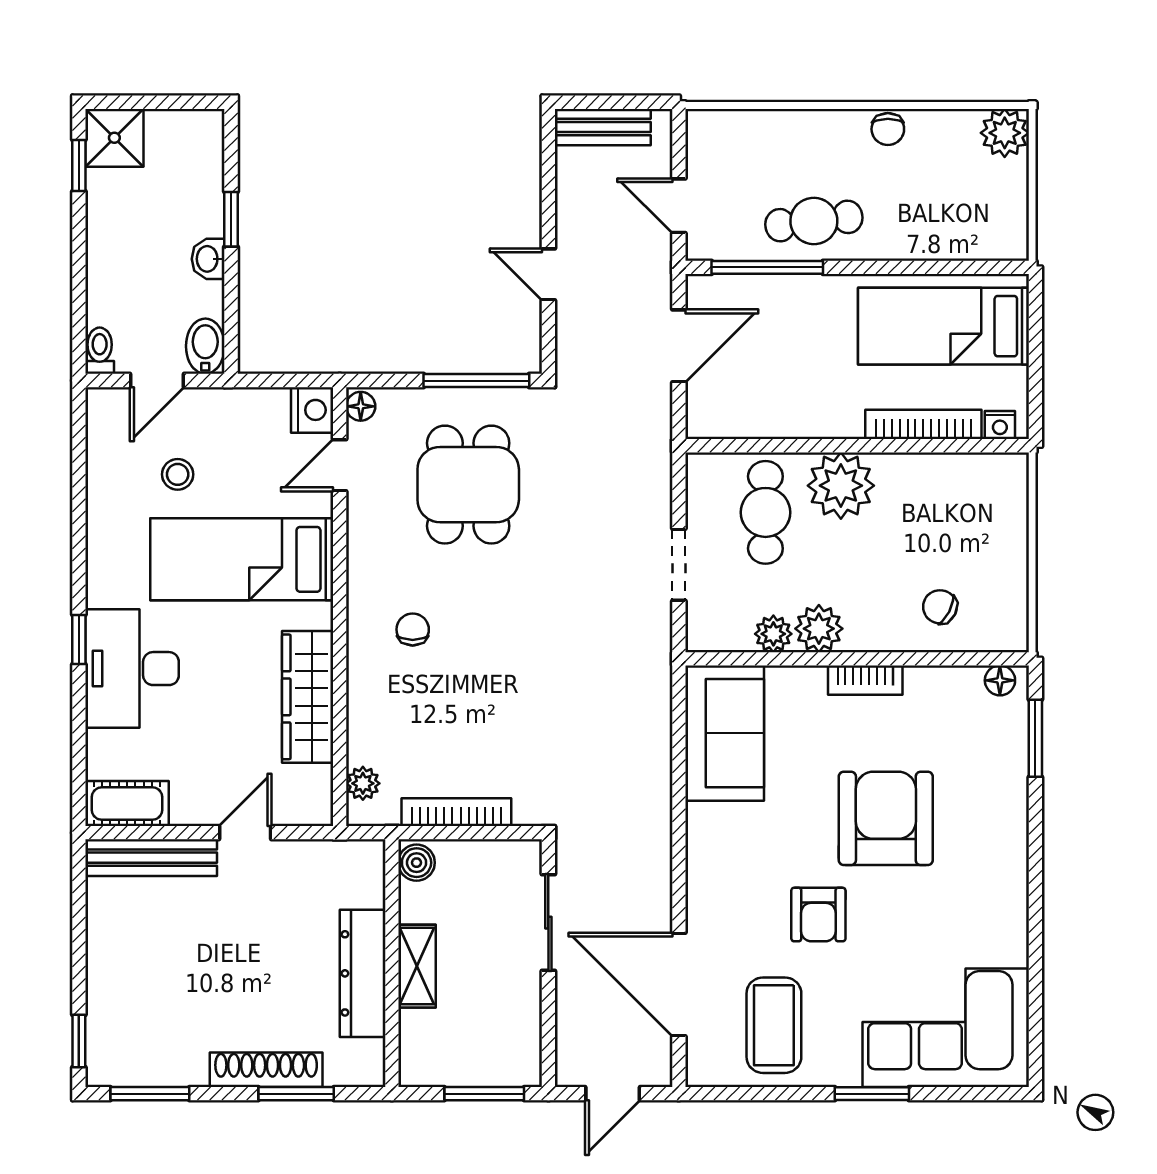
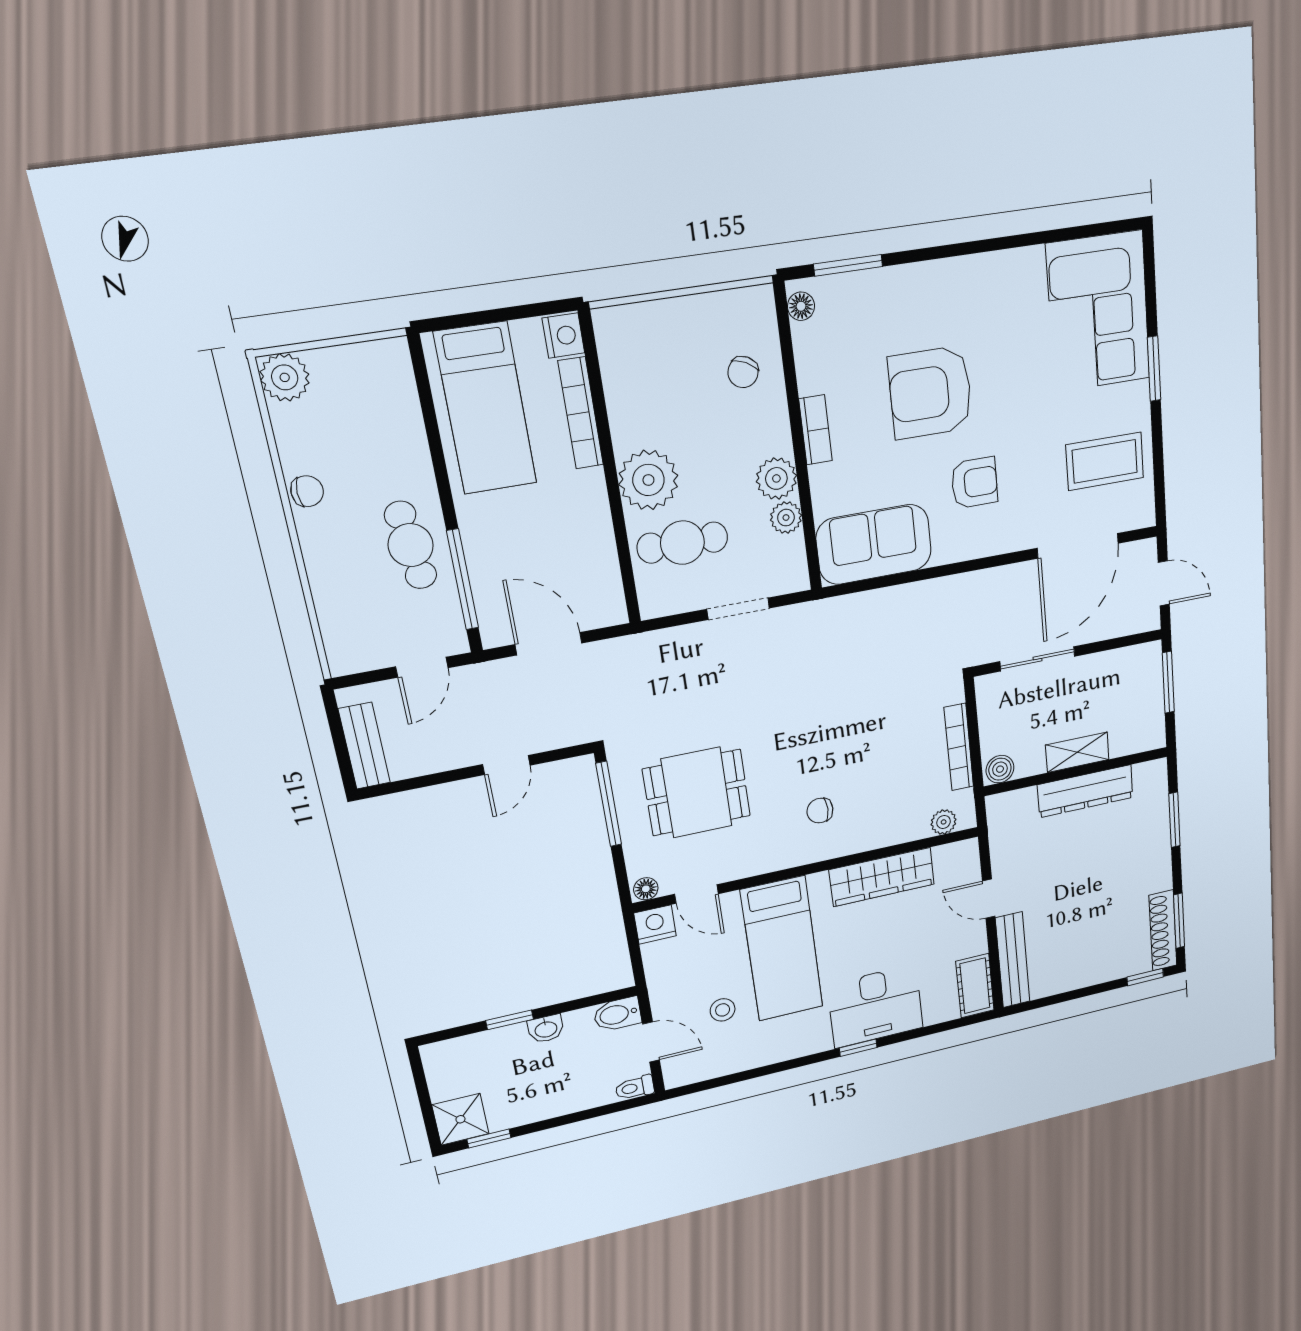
nightstand: (1000, 425) -> (563, 336), width x1.39, depth x1.35
armchair: (818, 915) -> (974, 483), moved
shoe rack: (266, 1070) -> (1163, 930), moved

